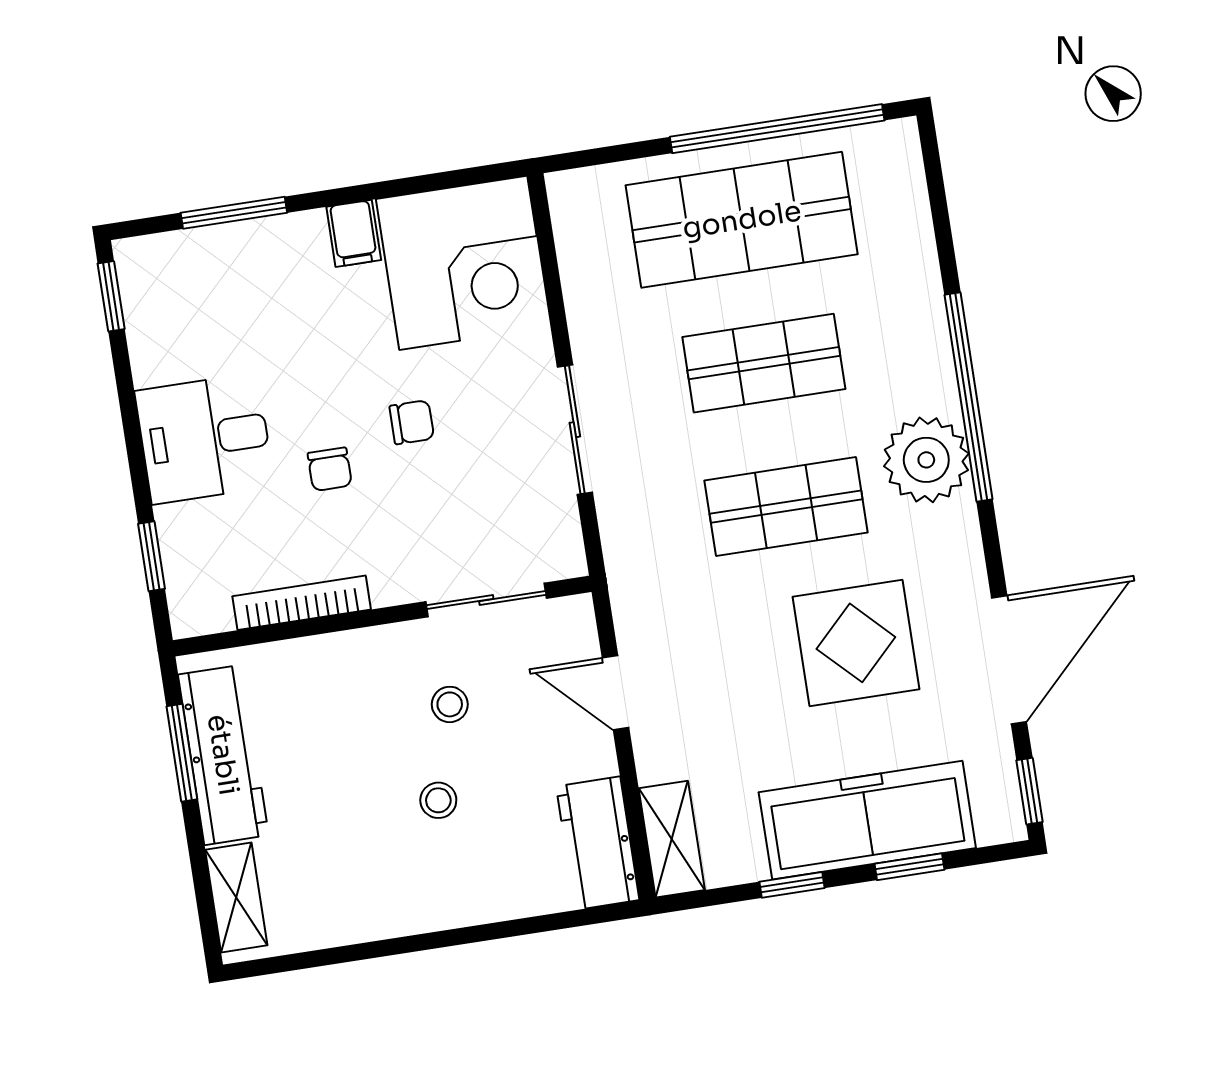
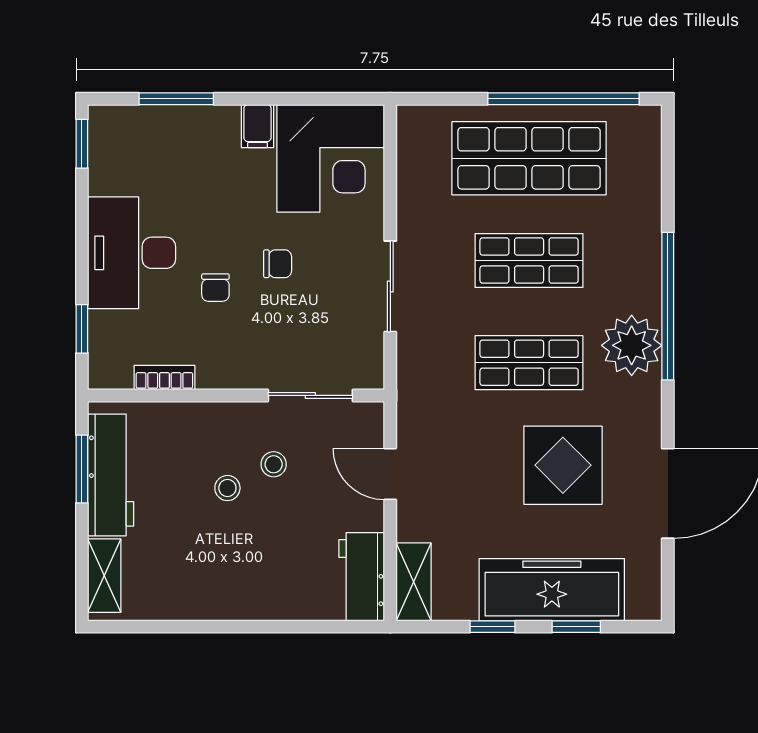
desk: (205, 439) -> (132, 253), width x1.37
bookcase: (302, 603) -> (164, 378), width x0.64
window: (1029, 791) -> (668, 587), removed
stool: (438, 800) -> (227, 488), moved

